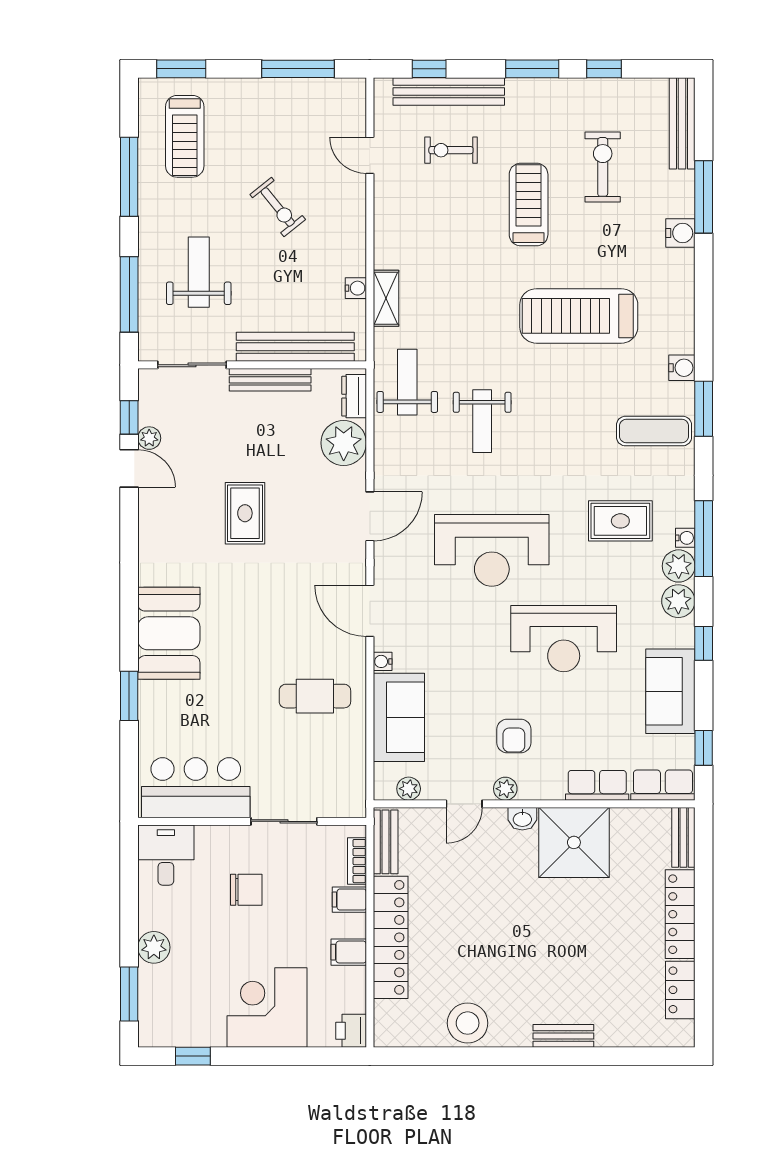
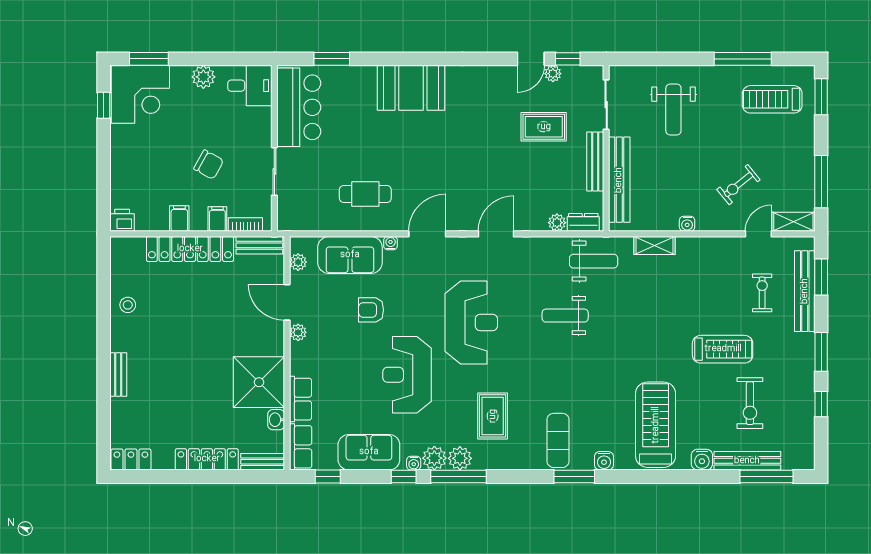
window: (429, 69) -> (821, 277), width x1.50
shelving: (353, 107) -> (793, 222), added
bench: (682, 123) -> (747, 461), moved
exercise bike: (603, 167) -> (750, 403), turned 90
window: (704, 197) -> (766, 476), moved
exercise bike: (278, 207) -> (738, 185), moved
weight bench: (199, 272) -> (673, 110), turned 90
water cooler: (356, 288) -> (687, 224), moved
window: (129, 294) -> (657, 59), removed
treadmill: (579, 316) -> (656, 425), moved
plant: (344, 443) -> (557, 223), width x0.53, depth x0.53
rug: (245, 513) -> (544, 127), moved
door: (370, 516) -> (496, 234), swing flipped
water cooler: (685, 538) -> (414, 463), moved
window: (704, 539) -> (459, 476), moved
reception desk: (492, 550) -> (471, 322), turned 180
window: (129, 696) -> (332, 59), moved
cafe table: (315, 696) -> (365, 194), turned 90
armchair: (514, 736) -> (371, 310), moved
door: (464, 804) -> (287, 302), width x1.38
washbasin: (522, 819) -> (276, 420), moved
chair: (246, 890) -> (209, 165), moved, turned -61
plant: (154, 947) -> (203, 77), moved
locker: (680, 990) -> (131, 459), moved
corner desk: (267, 1008) -> (140, 94), moved, turned 90
stool: (468, 1023) -> (128, 305), width x0.53, depth x0.53

